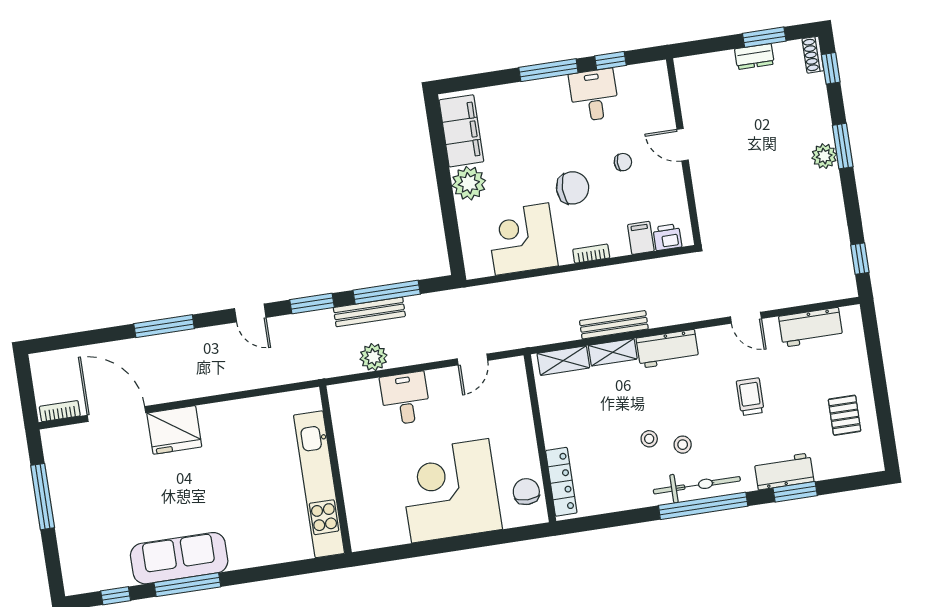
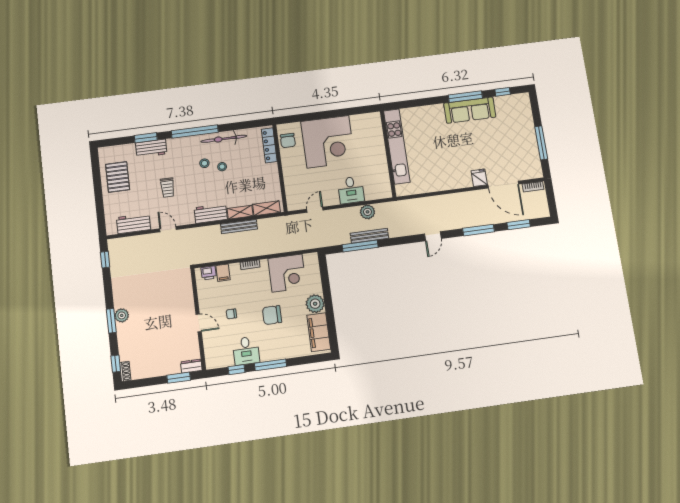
window: (764, 37) -> (179, 378), moved
dresser: (754, 56) -> (191, 366), moved
chair: (573, 188) -> (272, 315), moved
window: (312, 304) -> (519, 225), moved
door: (250, 313) -> (433, 236), swing flipped
pallet: (845, 415) -> (118, 177), width x1.50, depth x1.42
fridge: (174, 430) -> (479, 178), width x0.53, depth x0.75
bicycle: (697, 485) -> (224, 139), moved

